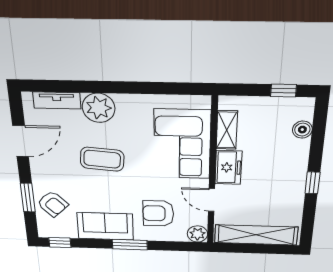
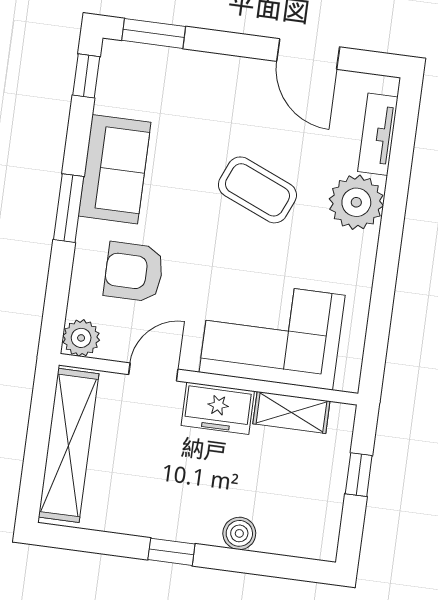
window: (283, 91) -> (359, 475), moved
boiler: (302, 130) -> (239, 533), moved
coffee table: (102, 159) -> (257, 190), turned -72
window: (28, 198) -> (154, 33), moved
armchair: (53, 204) -> (174, 82), removed
armchair: (158, 213) -> (134, 272), turned -90

